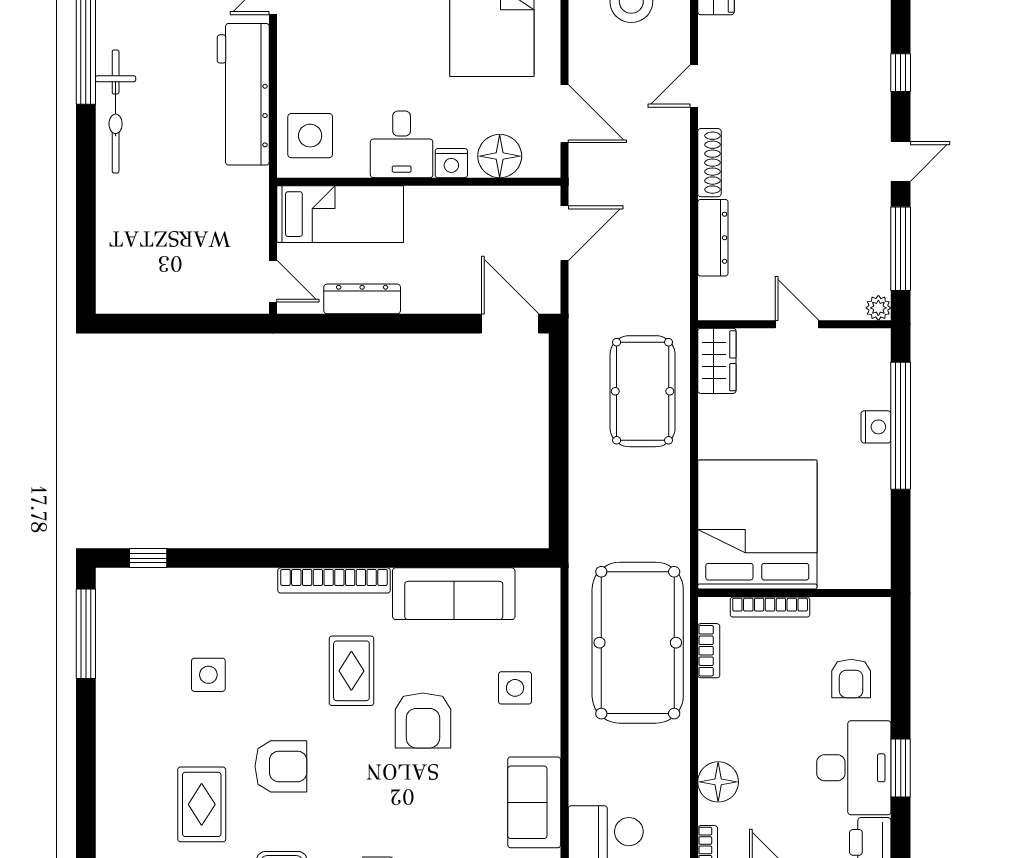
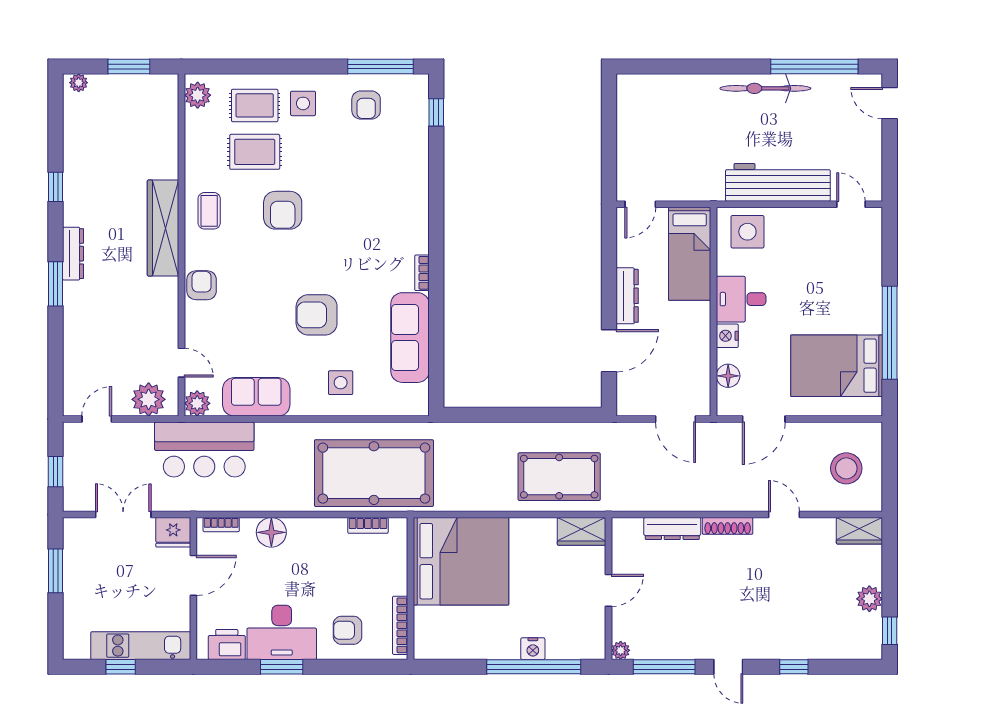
floor lamp: (500, 156) -> (728, 376), width x0.73, depth x0.73
dresser: (362, 299) -> (627, 296), moved
door: (510, 324) -> (609, 351), moved
bookcase: (334, 580) -> (422, 273), width x0.43, depth x0.76
bookcase: (770, 607) -> (400, 625), moved
armchair: (138, 653) -> (366, 105), added
rug: (351, 671) -> (255, 105), moved
side table: (208, 675) -> (303, 103), moved

